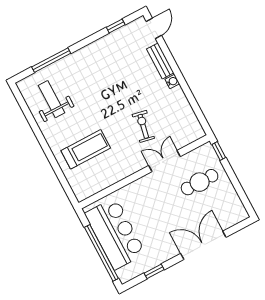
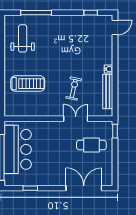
bench: (160, 61) -> (108, 91), moved, width x1.36
double door: (203, 245) -> (84, 188), moved

